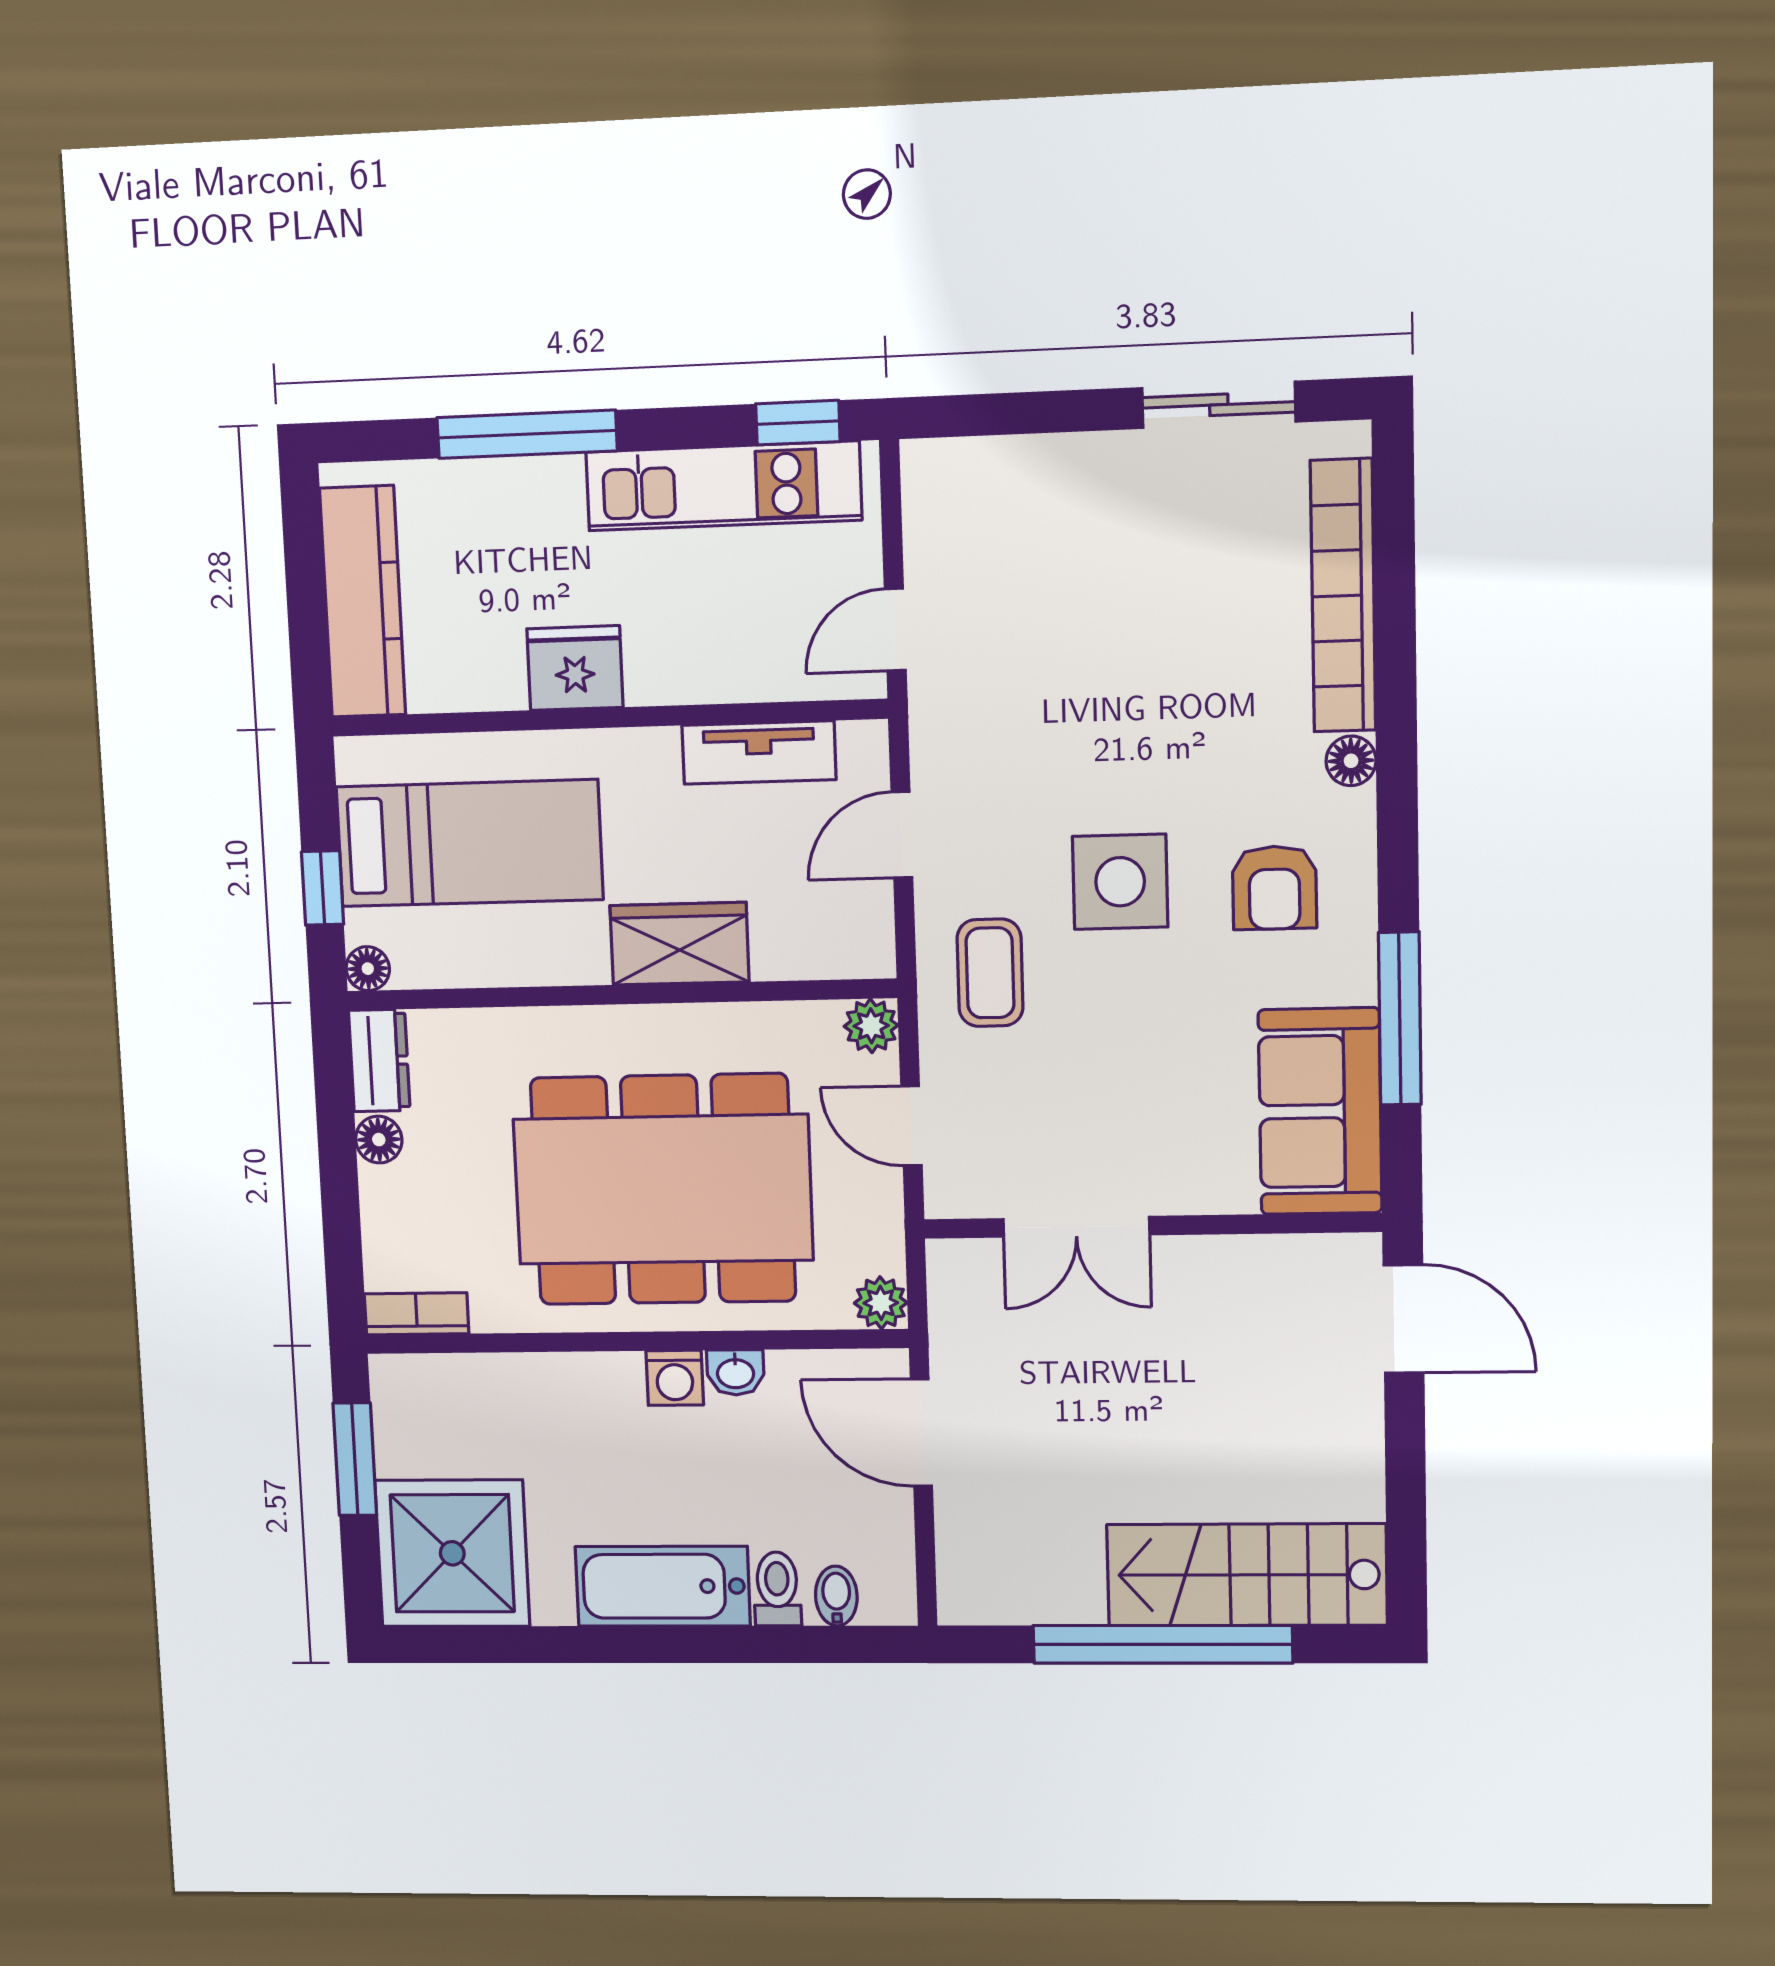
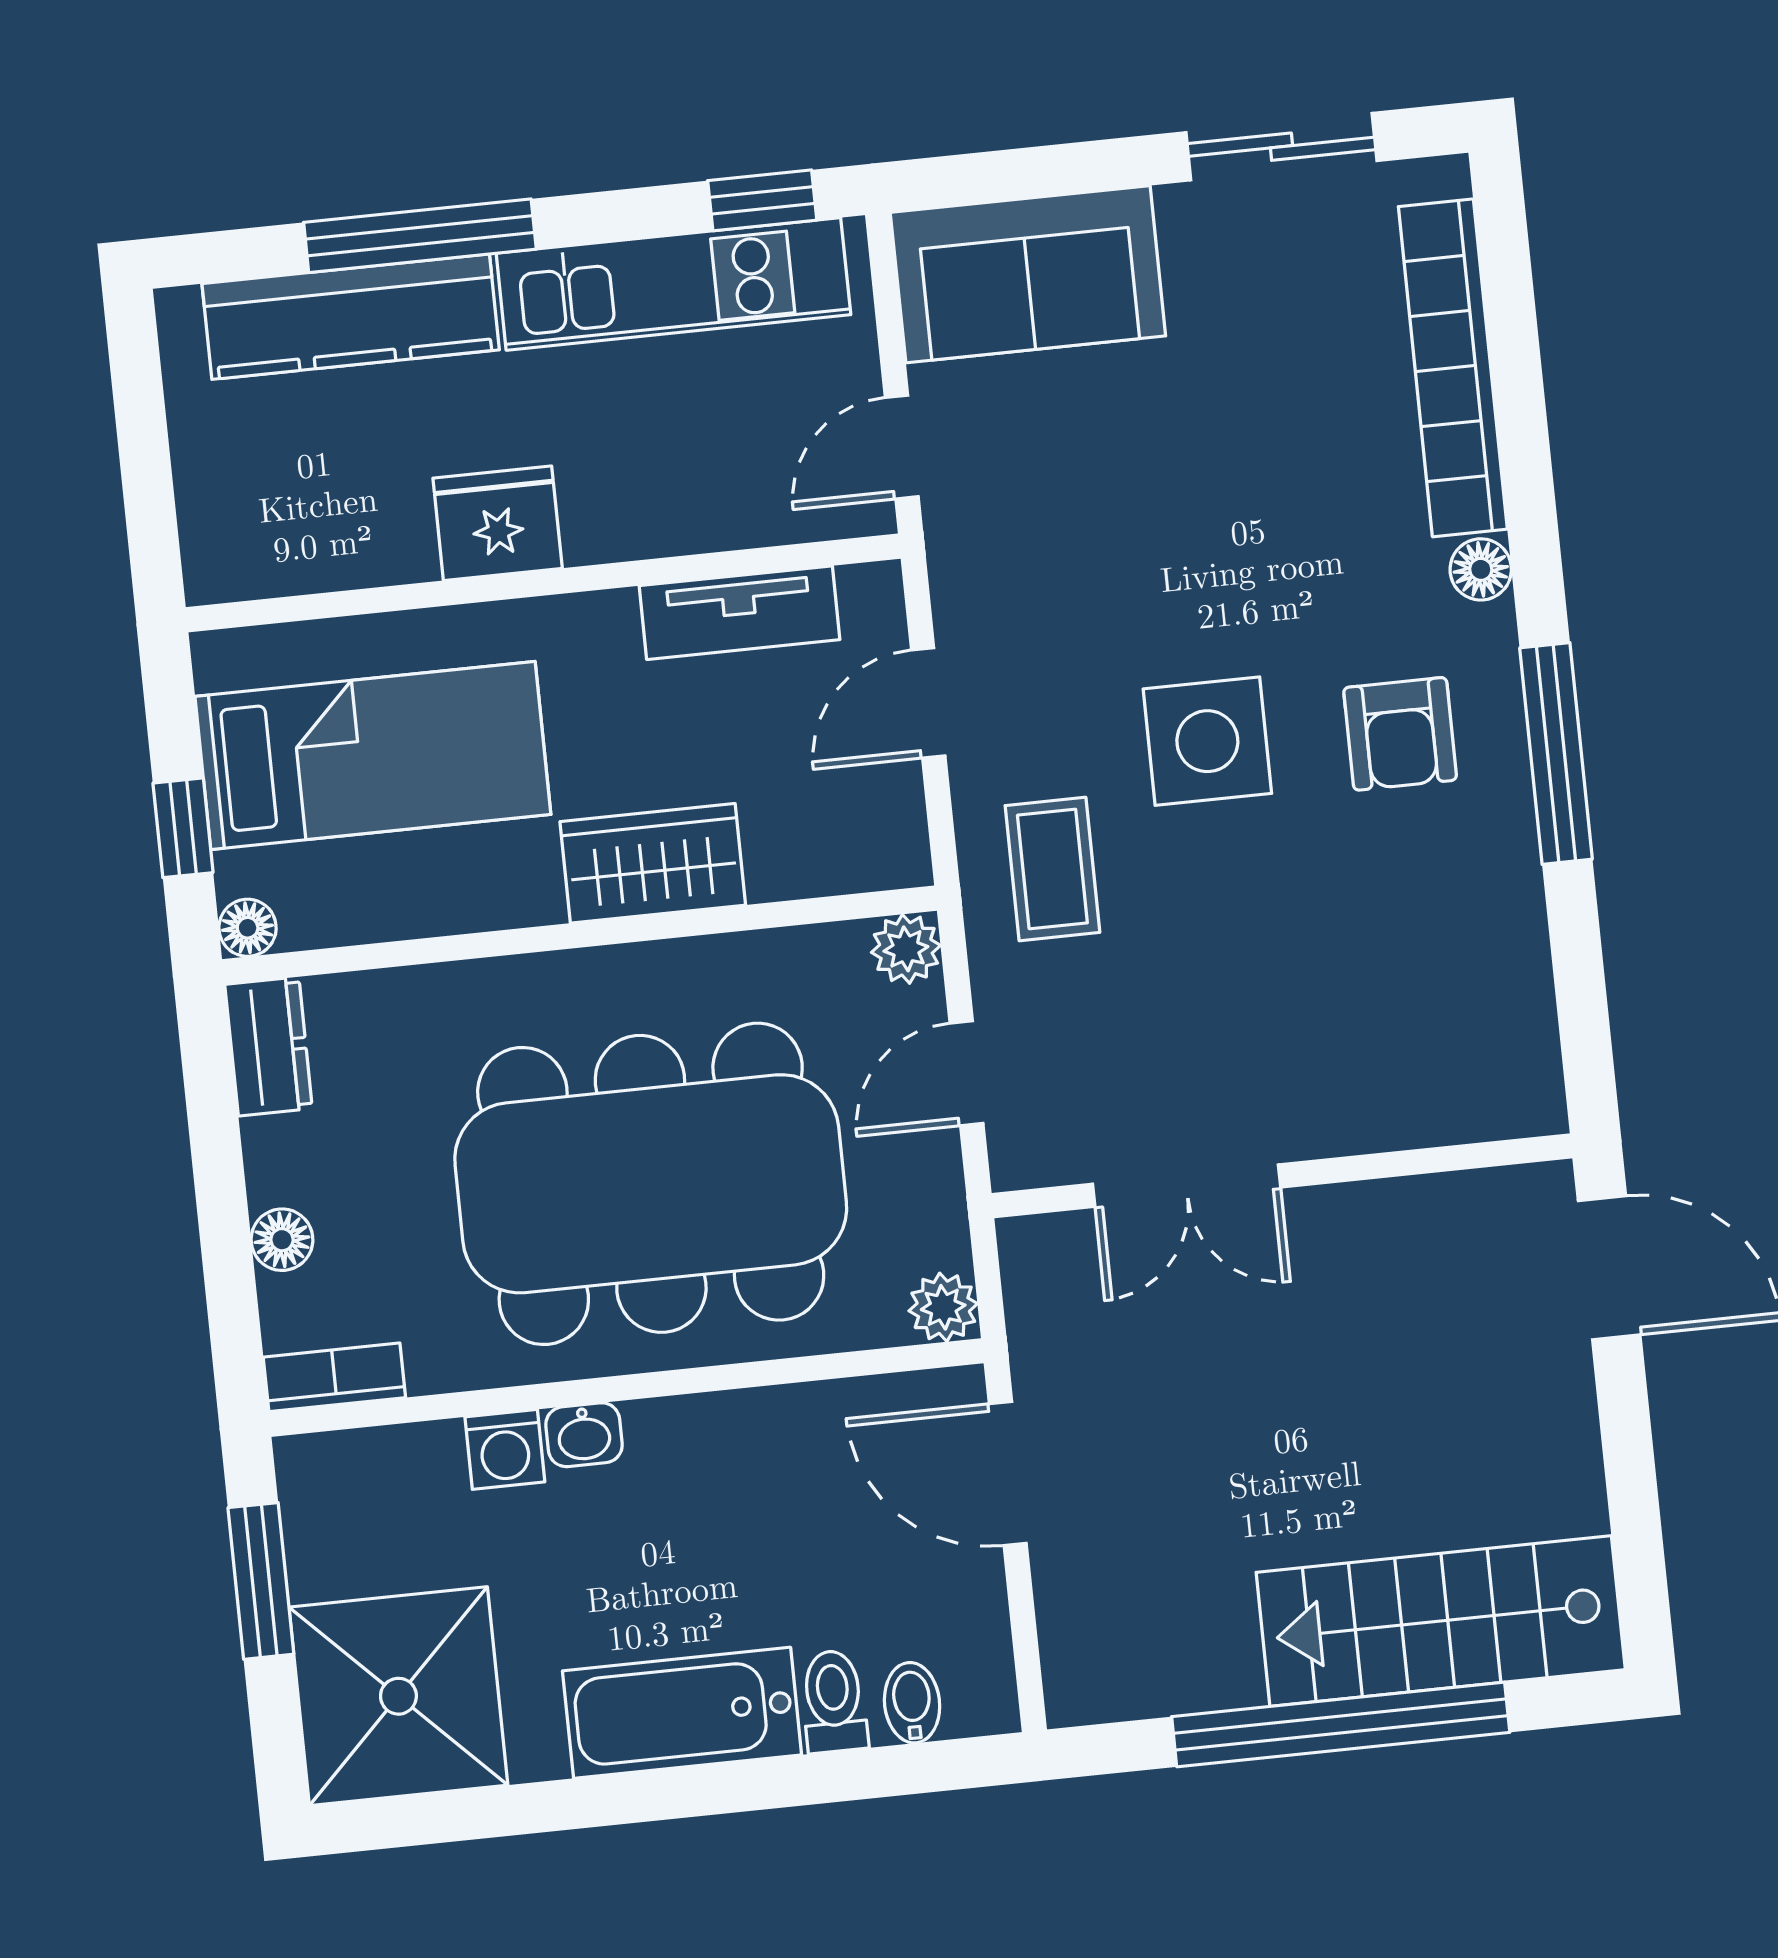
kitchen counter: (363, 602) -> (351, 317), moved, turned 90
window: (1400, 1019) -> (1556, 754), moved
sofa: (1320, 1111) -> (1028, 274), moved, turned -90
door: (911, 1126) -> (966, 1073), hinge flipped
floor lamp: (379, 1140) -> (282, 1240), moved
washbasin: (735, 1372) -> (584, 1435), moved
washing machine: (675, 1378) -> (505, 1449), moved

